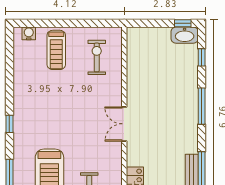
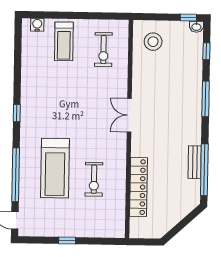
washbasin: (185, 35) -> (196, 27), width x0.52, depth x0.69
stool: (147, 49) -> (153, 42), added
exercise bike: (97, 57) -> (103, 50), turned 180

